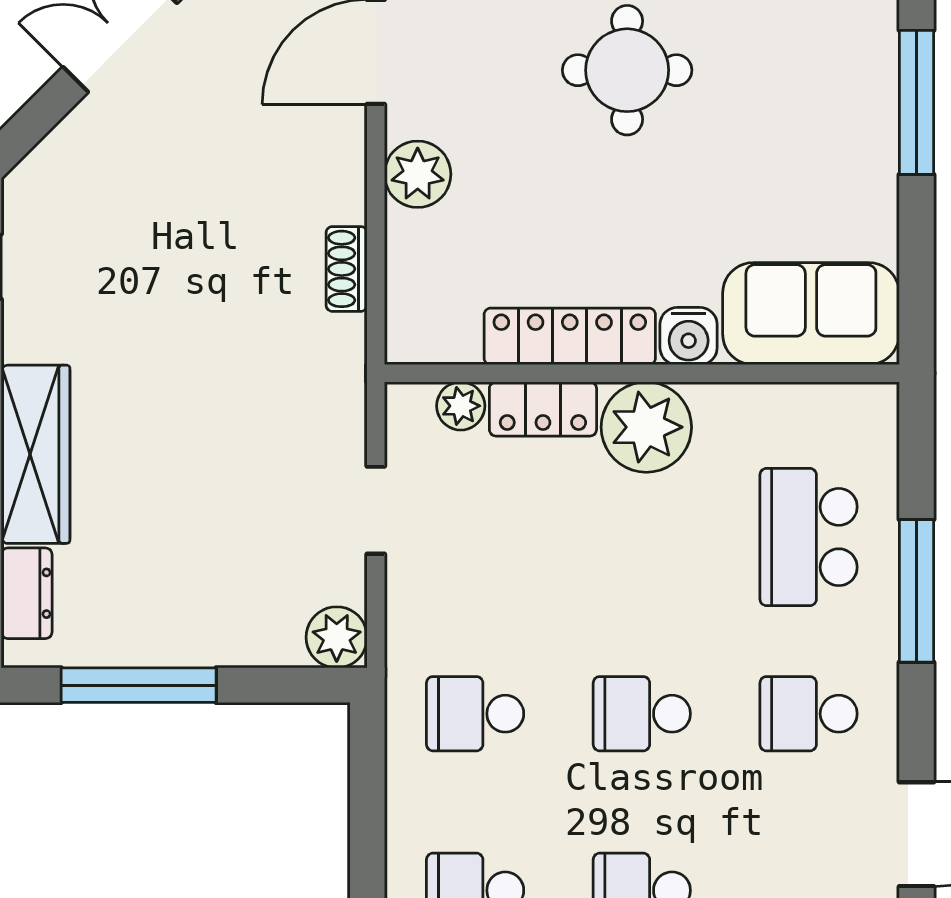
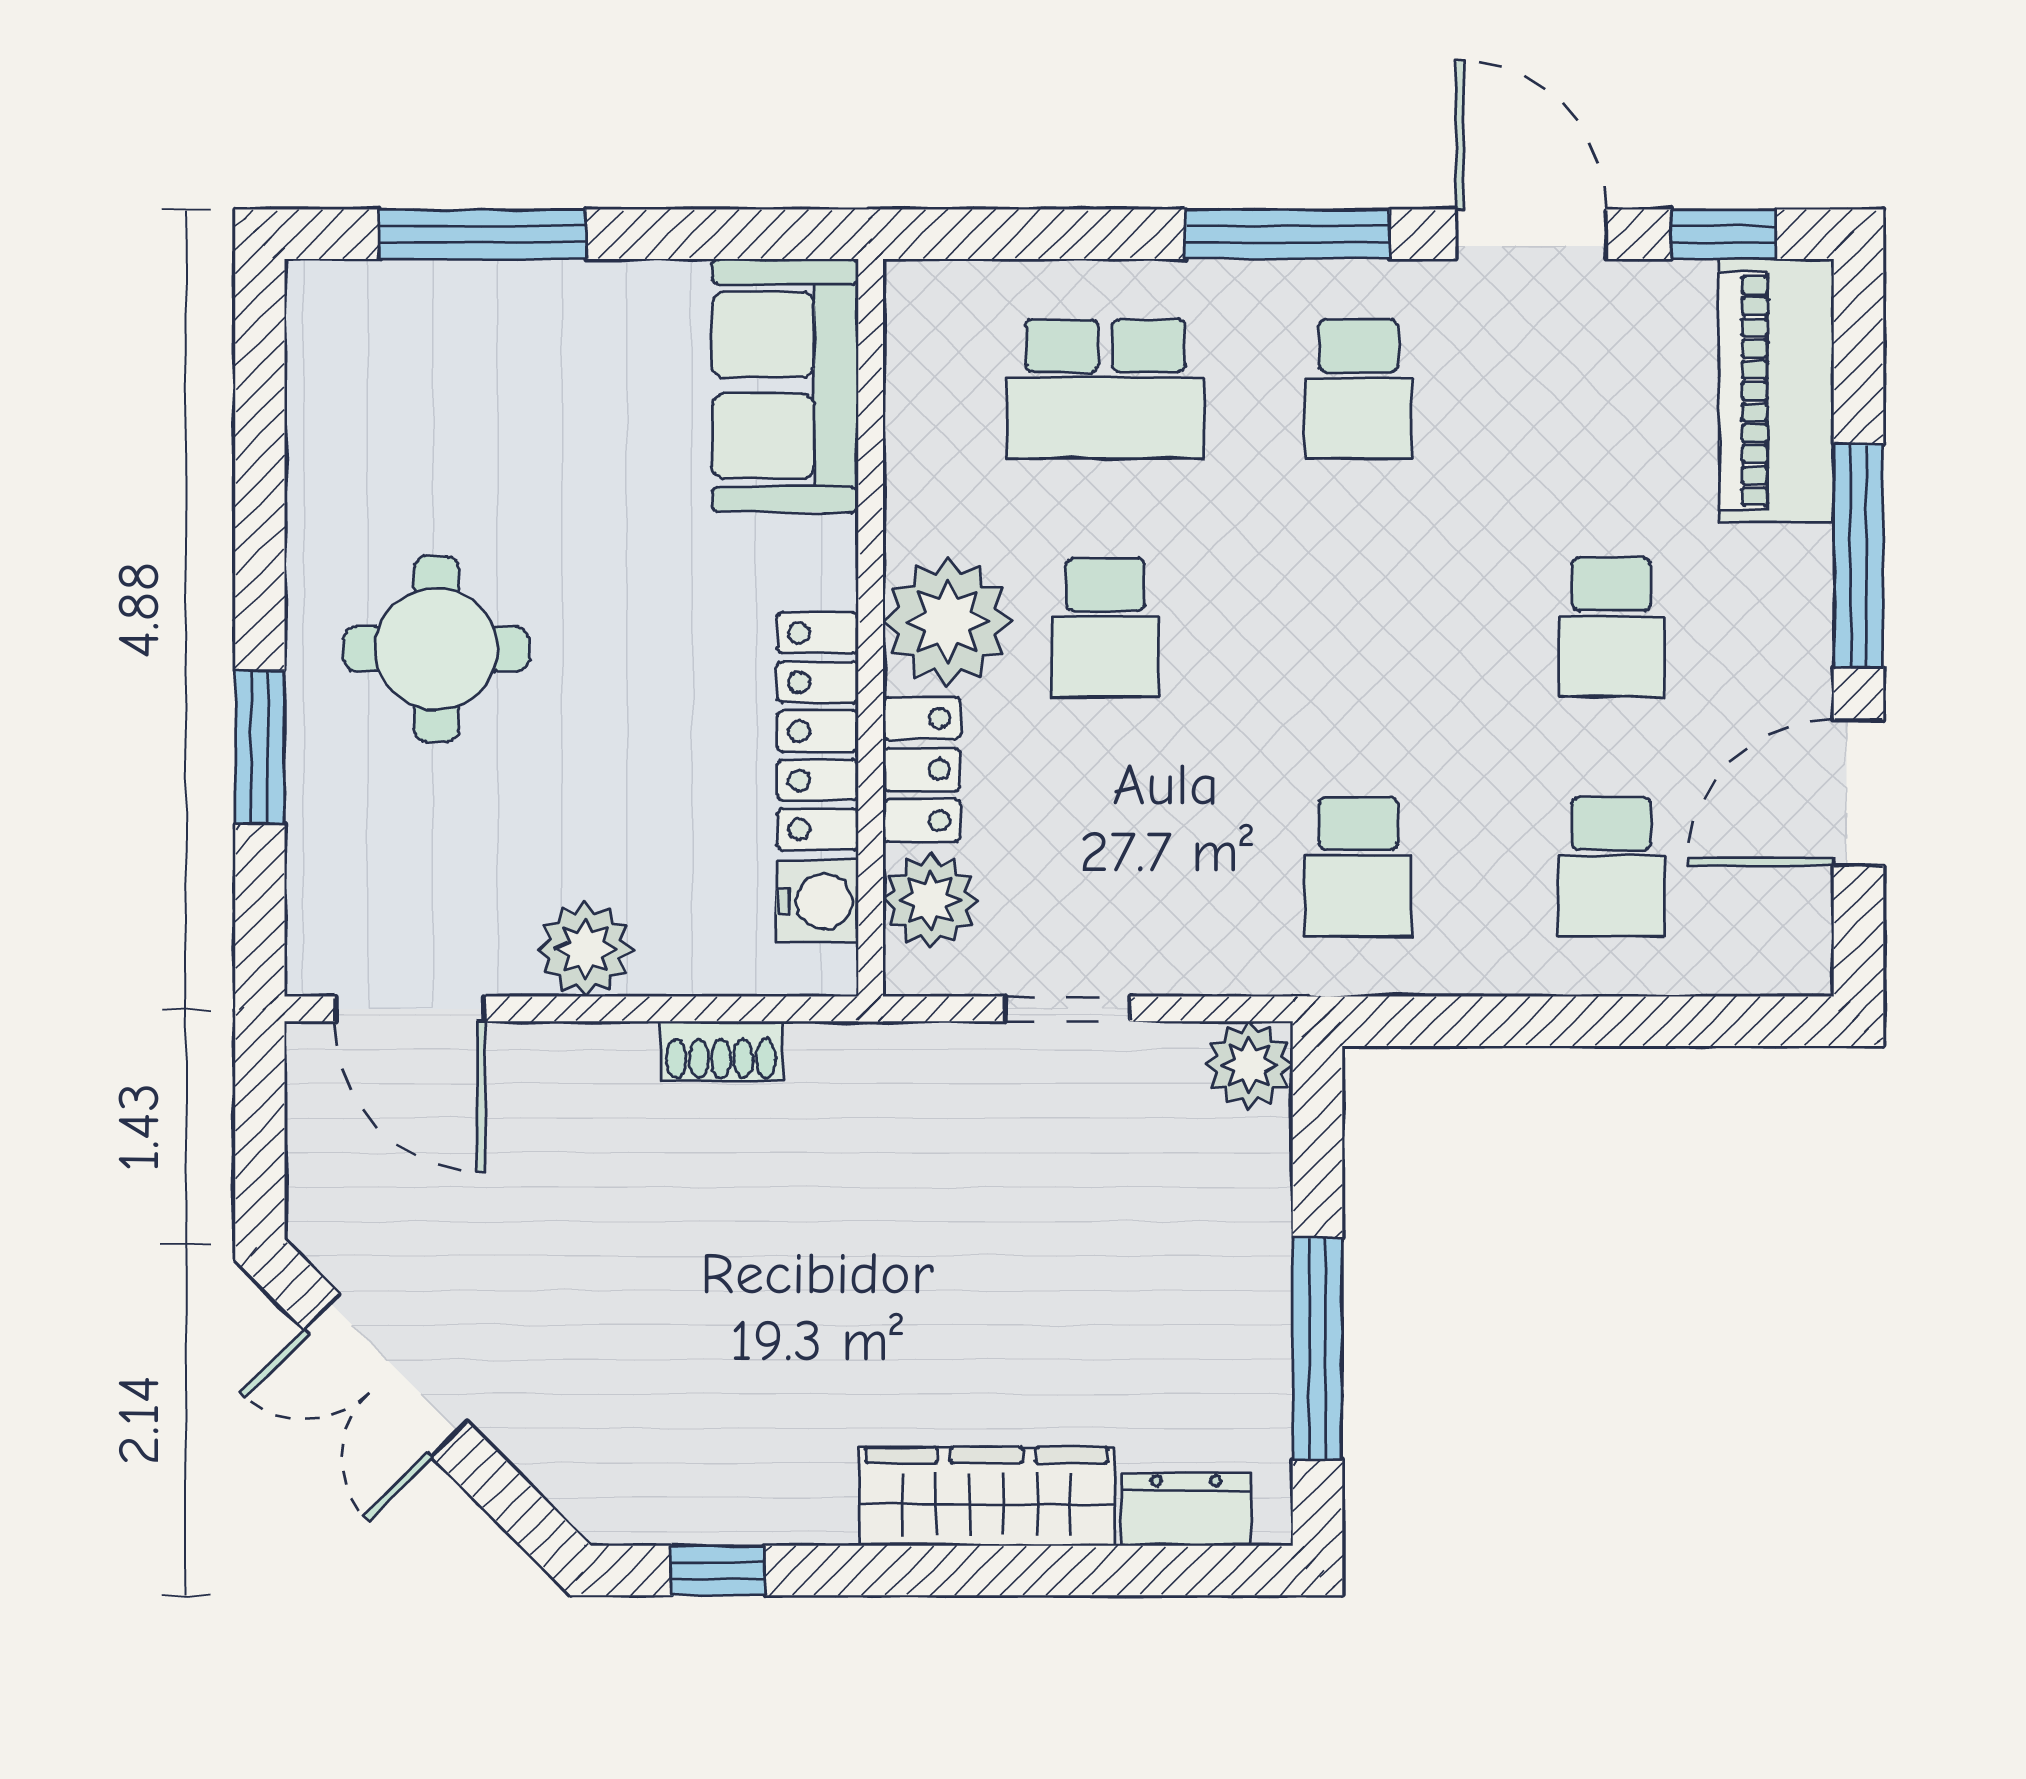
water cooler: (689, 336) -> (817, 901), moved
plant: (461, 406) -> (930, 900), width x1.38, depth x1.38
window: (916, 591) -> (1287, 234), moved
school desk: (642, 714) -> (1105, 628), moved

